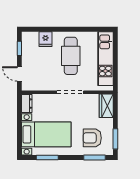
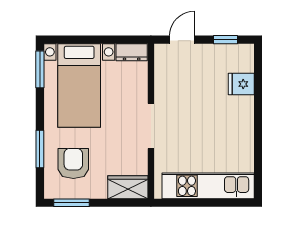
cafe table: (71, 56) -> (213, 127), removed
window: (47, 158) -> (40, 69), moved
window: (94, 158) -> (40, 149), moved

